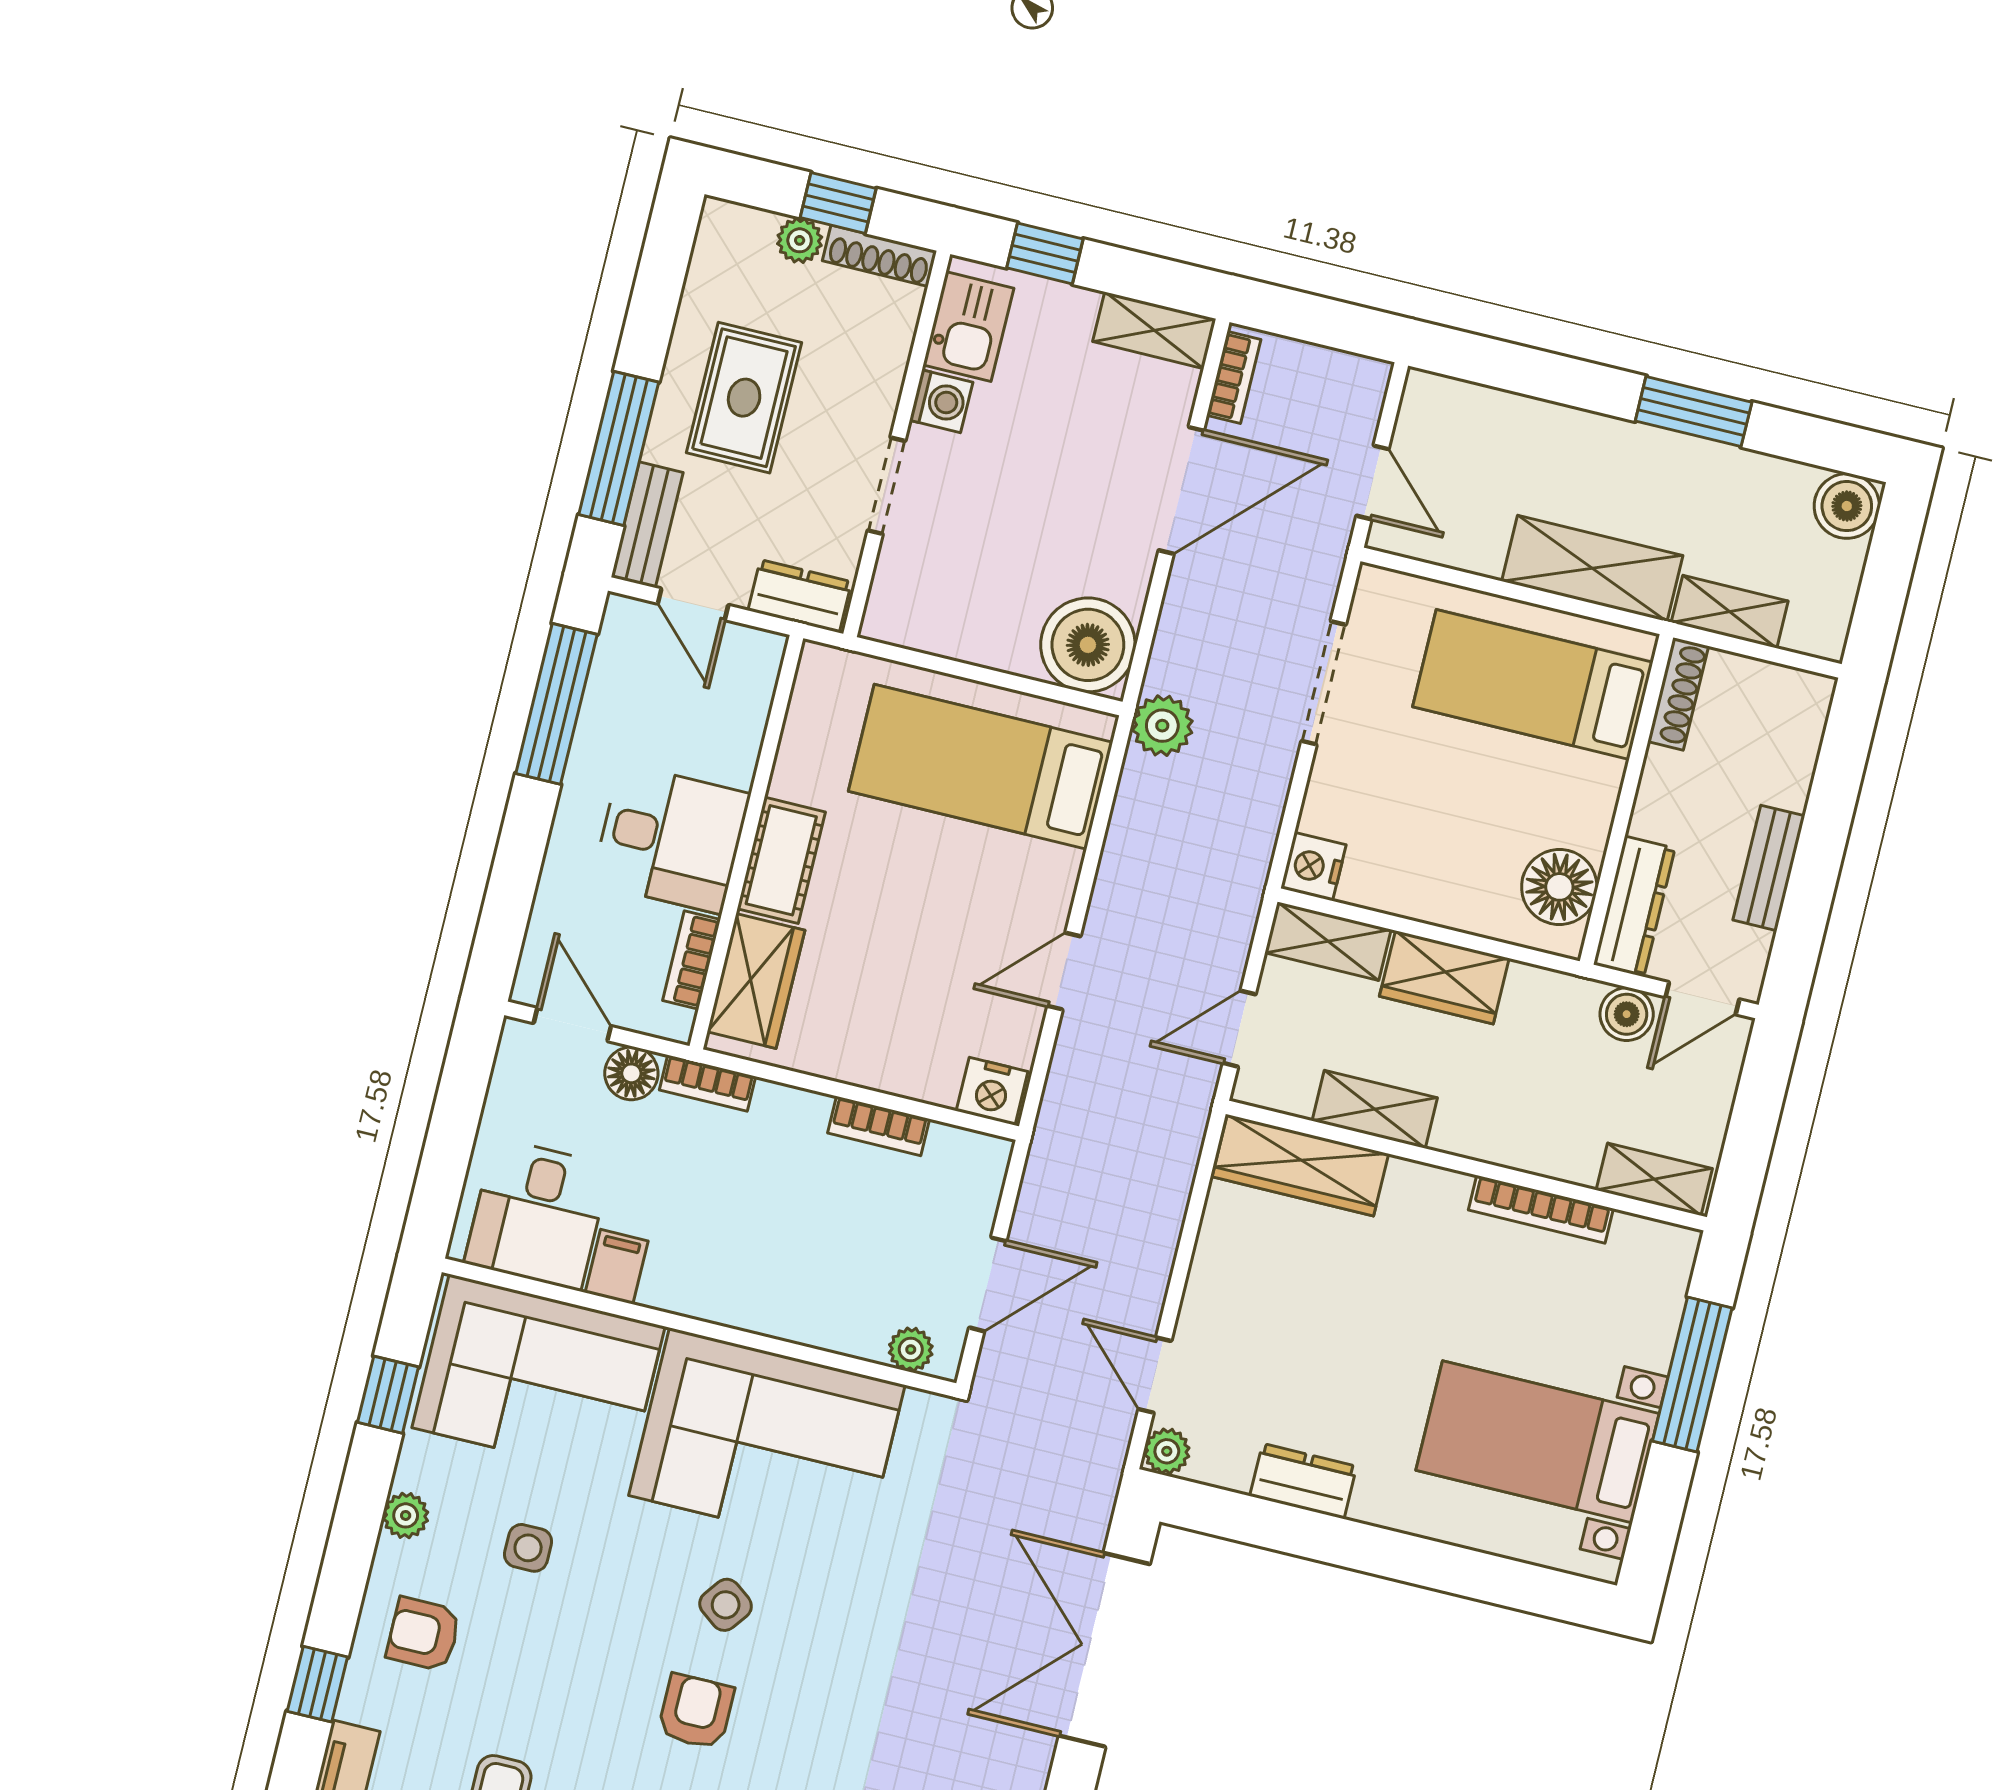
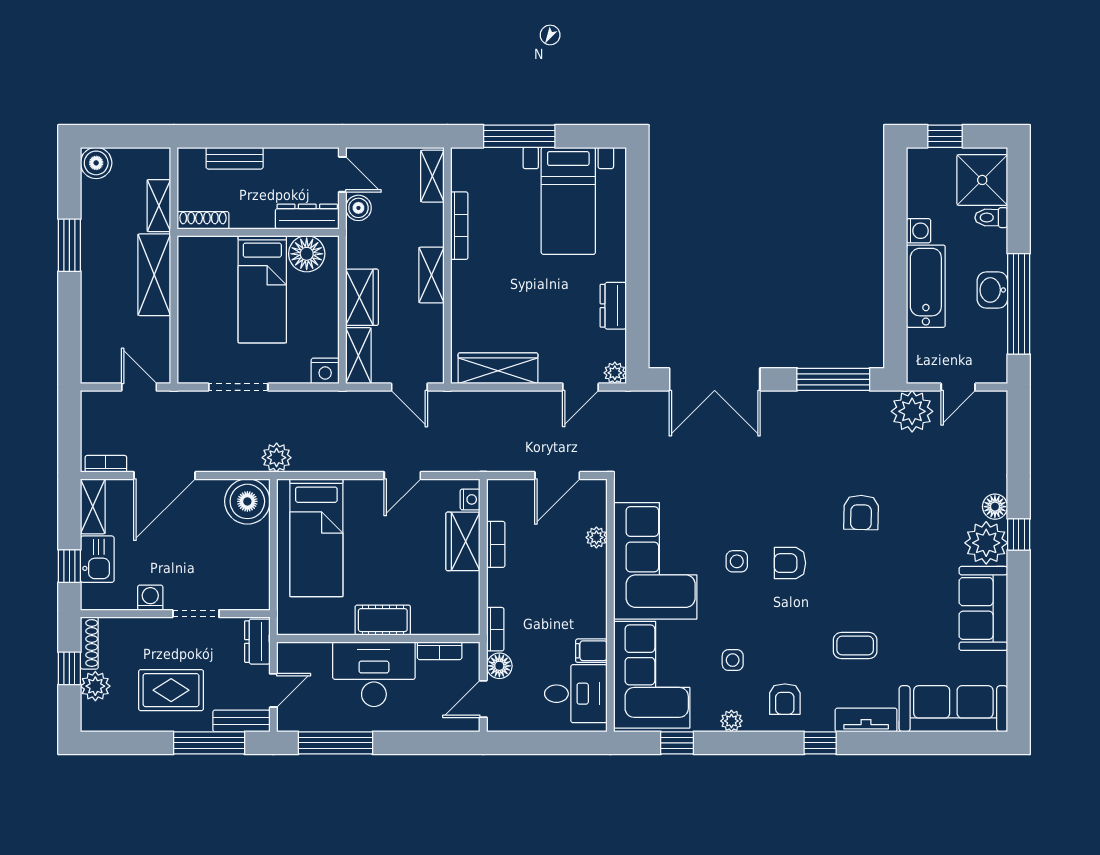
plant: (800, 240) -> (95, 686), width x1.38, depth x1.38
kitchen sink: (968, 327) -> (97, 559), moved, turned 90
door: (1373, 482) -> (139, 387), hinge flipped
door: (1181, 490) -> (165, 475), swing flipped
bed: (1533, 685) -> (262, 289), moved
desk: (671, 838) -> (374, 674), width x1.37
bench: (1769, 868) -> (235, 158), moved
door: (1064, 971) -> (402, 475), hinge flipped
wardrobe: (756, 981) -> (463, 541), moved, turned -90
nightstand: (992, 1091) -> (470, 499), width x0.72, depth x0.74
shelving: (1375, 1109) -> (431, 275), moved
wardrobe: (1300, 1165) -> (498, 368), moved, turned -90
door: (988, 1284) -> (557, 475), swing flipped
plant: (911, 1349) -> (596, 537), moved
side table: (726, 1605) -> (737, 561), turned -37

